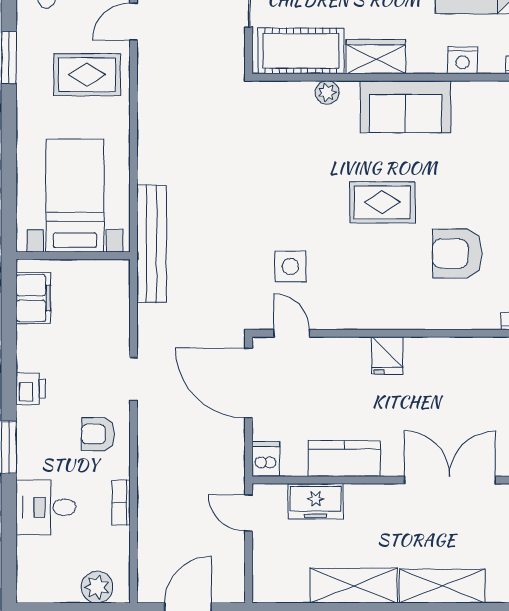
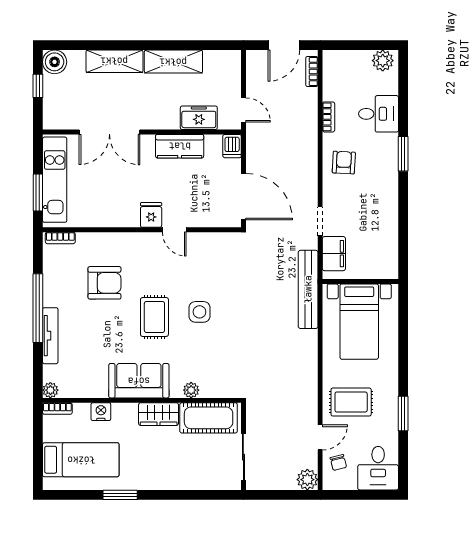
rug: (382, 202) -> (154, 317), turned 90
side table: (290, 266) -> (199, 312), moved
filing cabinet: (33, 298) -> (334, 254), moved, turned 180
door: (292, 333) -> (174, 230), moved
doorway: (133, 379) -> (320, 221), moved
printer: (31, 389) -> (389, 193), removed
armchair: (98, 434) -> (344, 163), turned -87
bookcase: (146, 571) -> (312, 71), added
plant: (97, 587) -> (383, 61), moved

